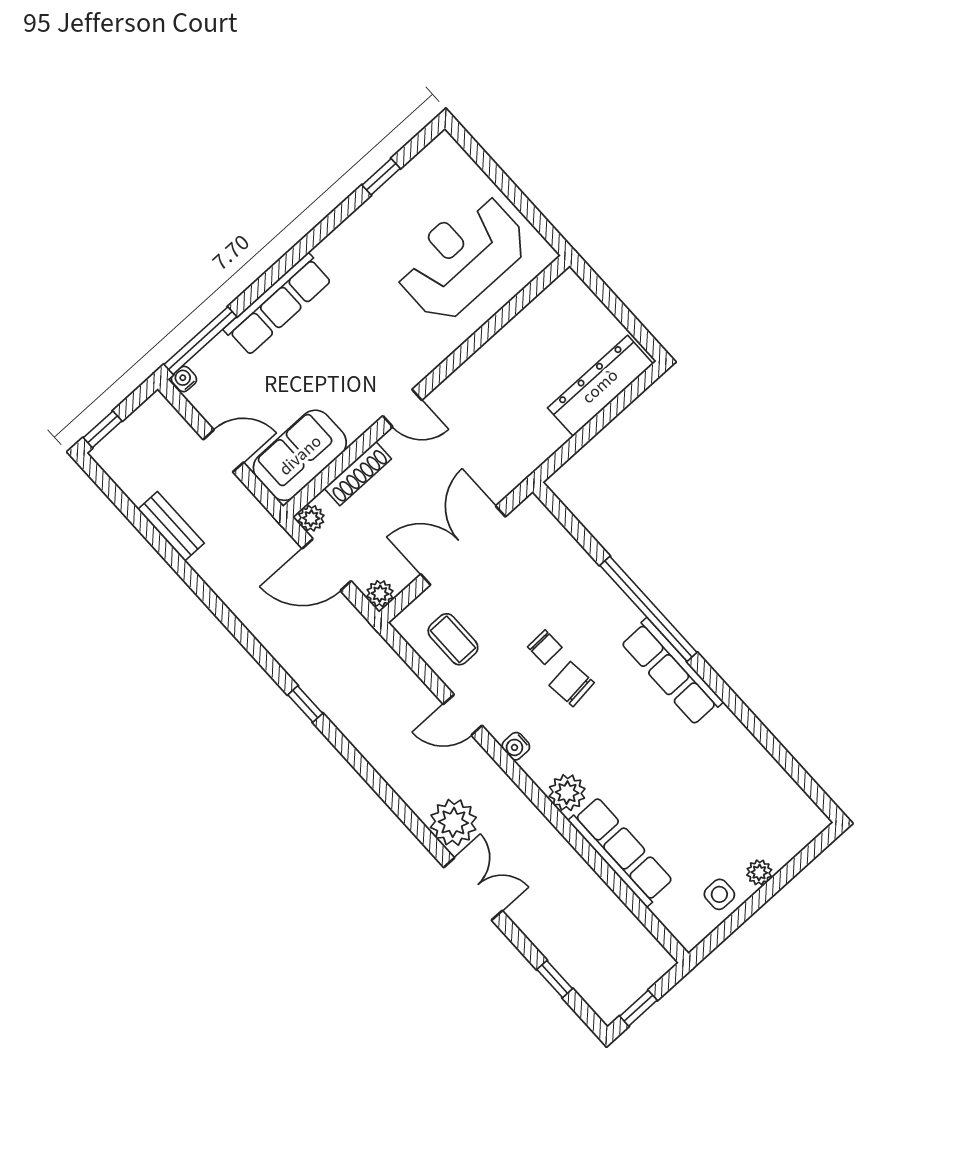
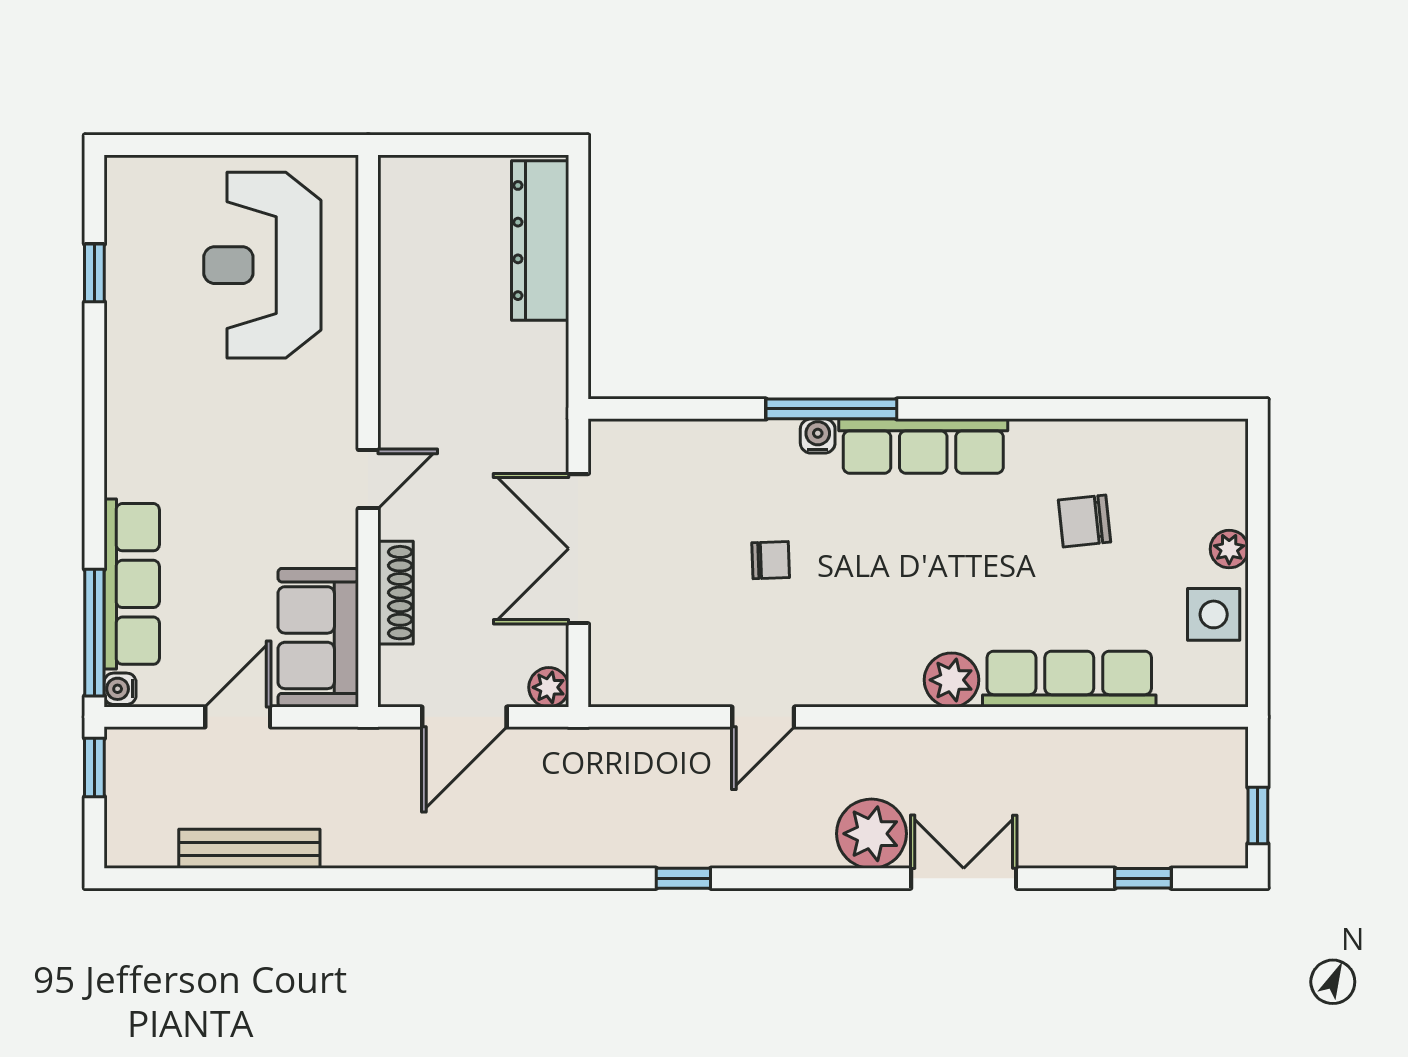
row of seats: (278, 304) -> (132, 584), moved
window: (103, 429) -> (94, 767), moved
plant: (311, 518) -> (398, 688), removed
bench: (171, 526) -> (249, 849), width x1.36
window: (648, 609) -> (831, 409), width x0.68
coffee table: (453, 639) -> (671, 653), removed
chair: (572, 684) -> (1084, 521), moved
window: (305, 704) -> (683, 878), moved
water cooler: (516, 746) -> (818, 436), moved, turned 180
side table: (719, 894) -> (1214, 614), width x1.37, depth x1.37

